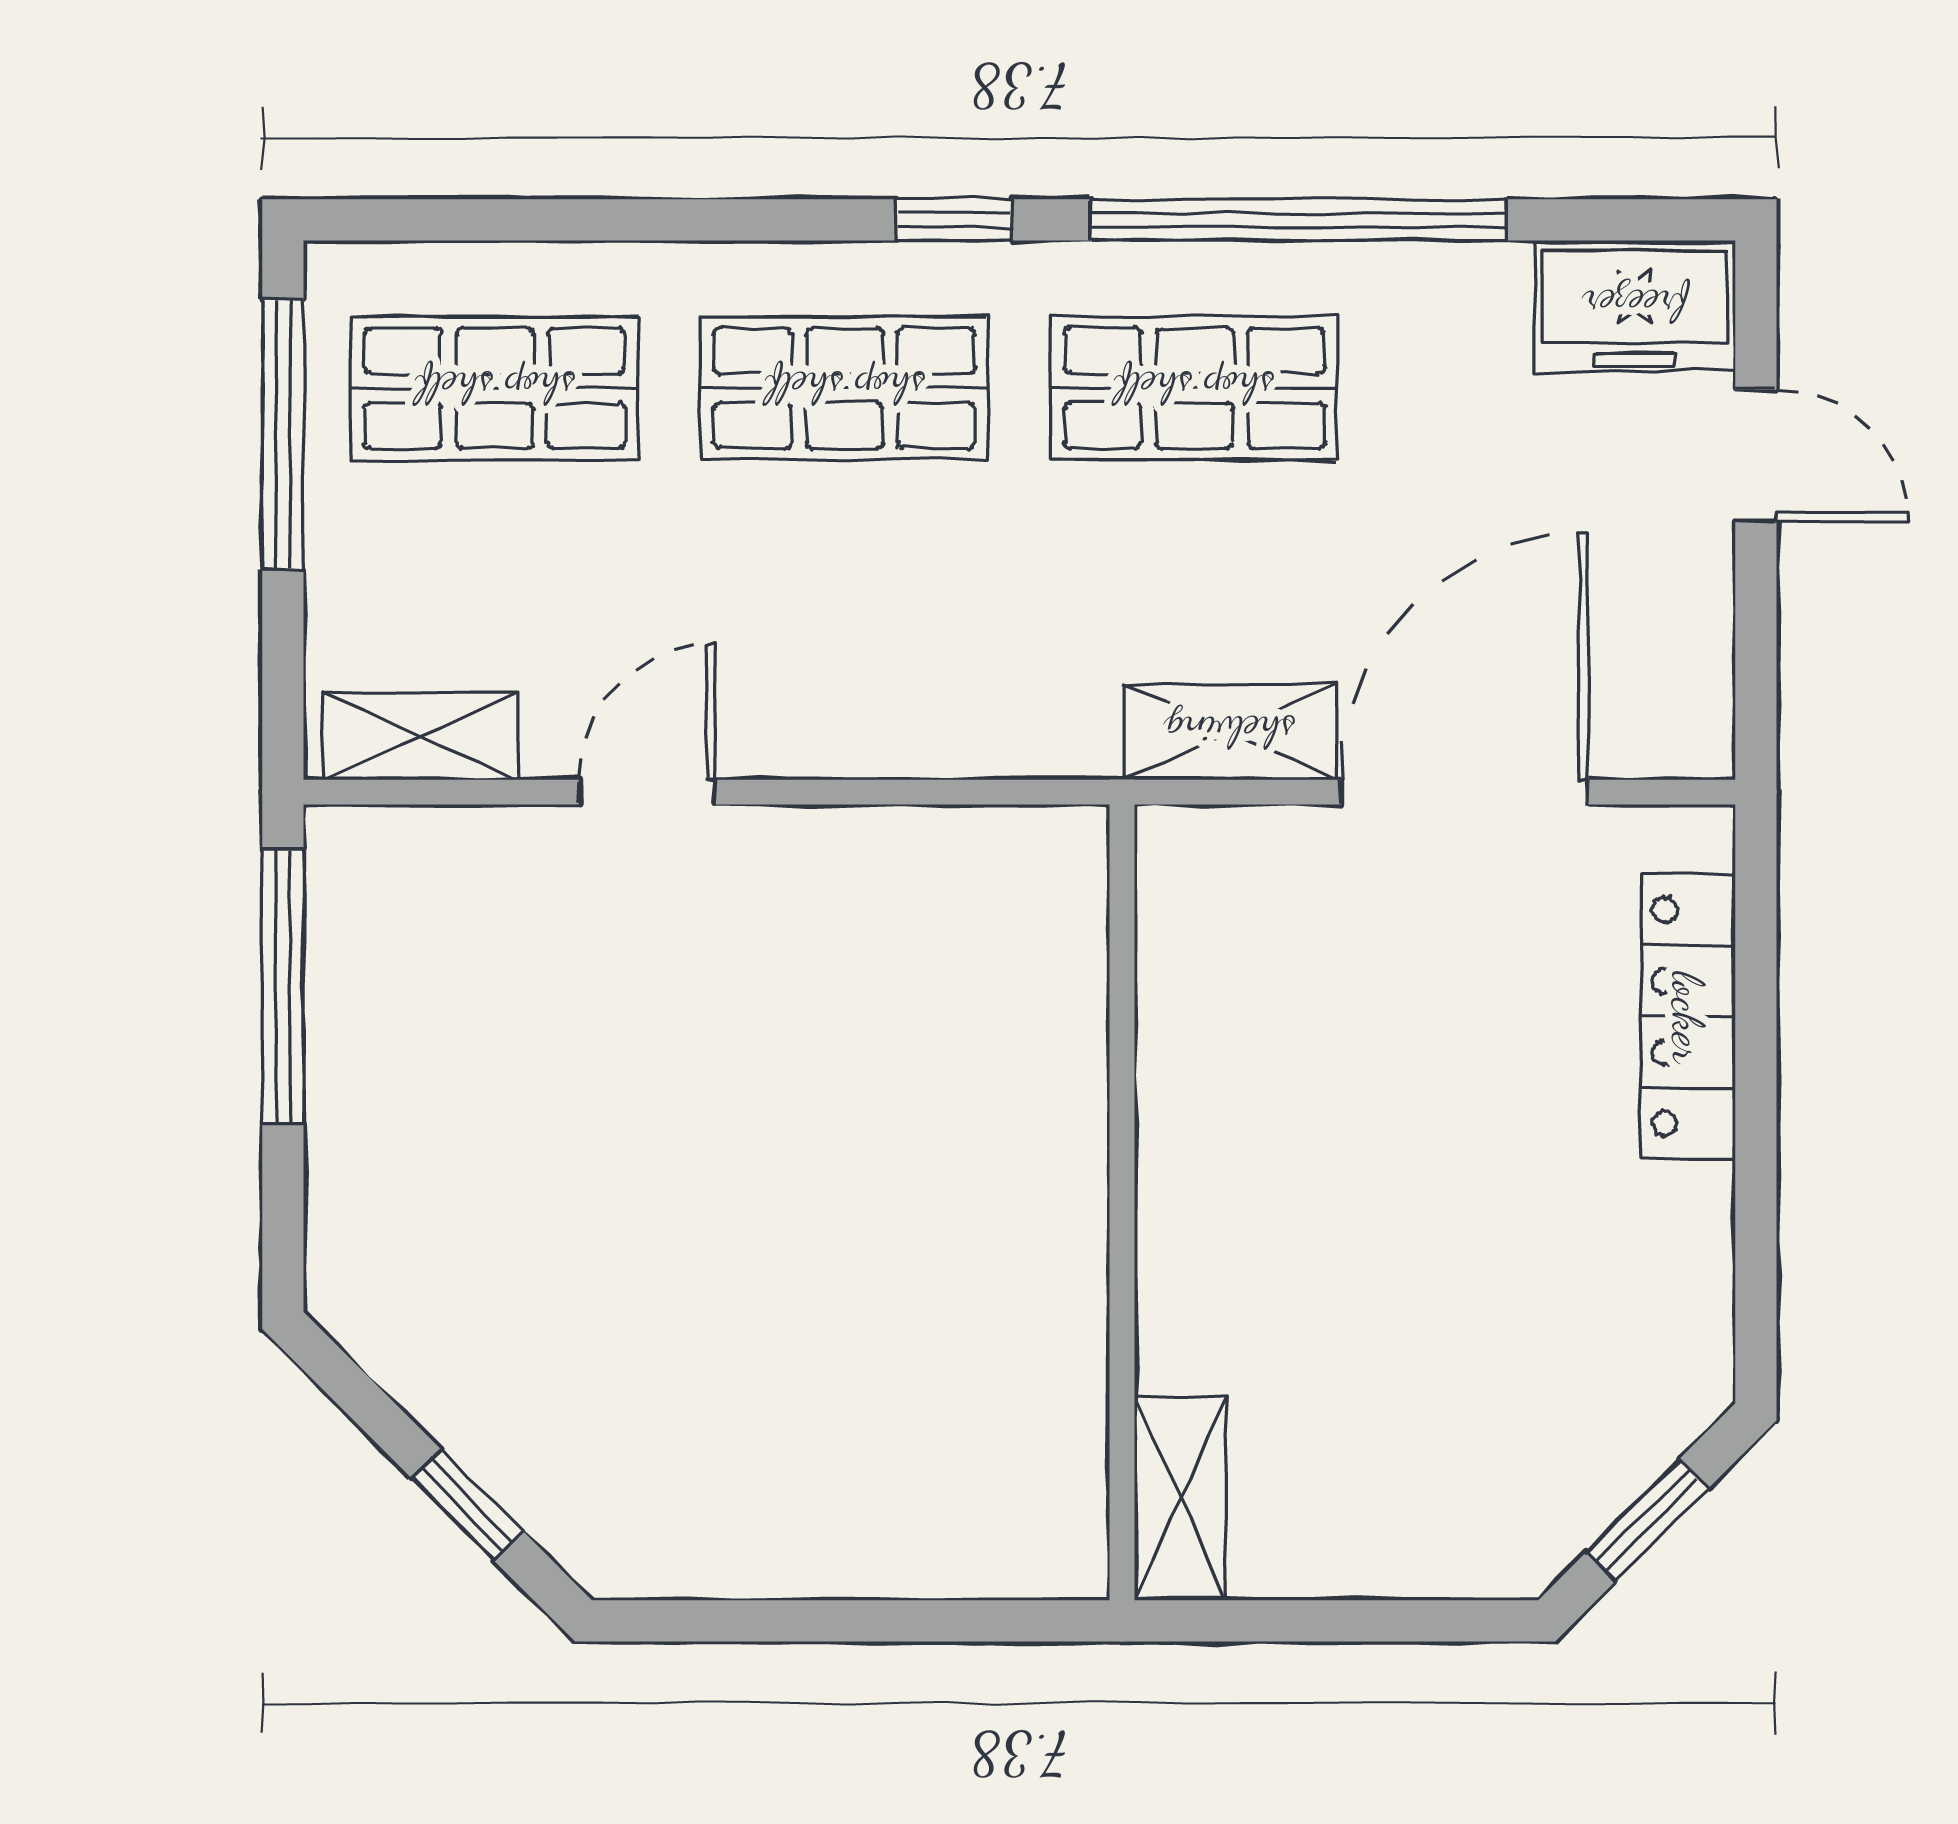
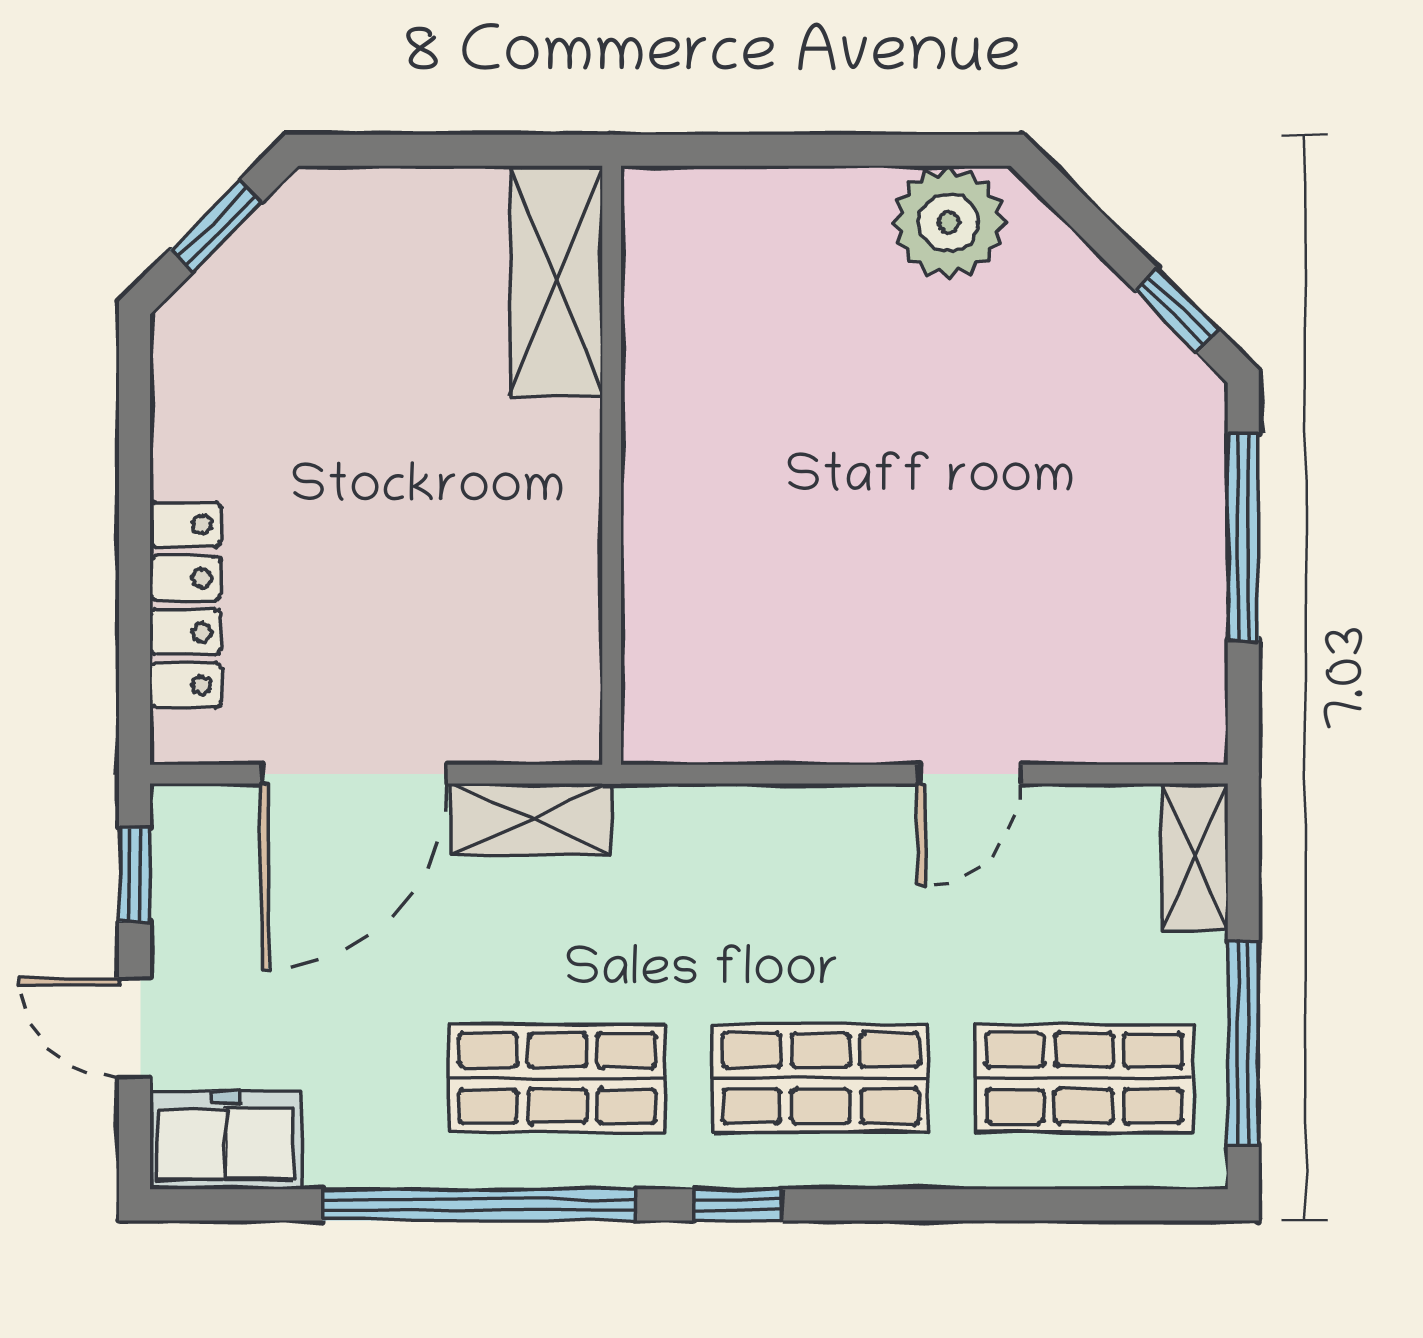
window: (1756, 659) -> (135, 875), added
shelving: (420, 736) -> (1195, 856), moved, turned 90
window: (283, 986) -> (1243, 537), moved
shelving: (1180, 1498) -> (556, 281), width x1.50, depth x1.33
window: (467, 1505) -> (1177, 310), moved
plant: (674, 1525) -> (949, 222), added

